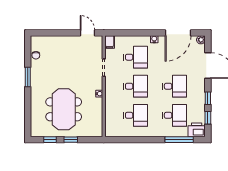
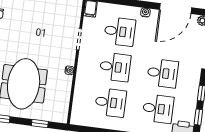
window: (71, 140) -> (40, 124), moved

